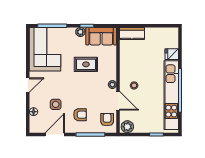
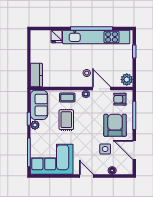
coffee table: (109, 65) -> (67, 98), added
door: (118, 101) -> (102, 89), hinge flipped
armchair: (80, 115) -> (115, 125), width x1.88, depth x1.88

